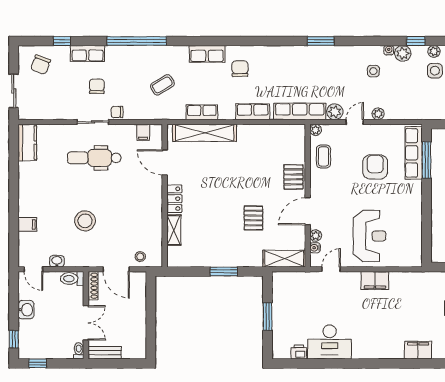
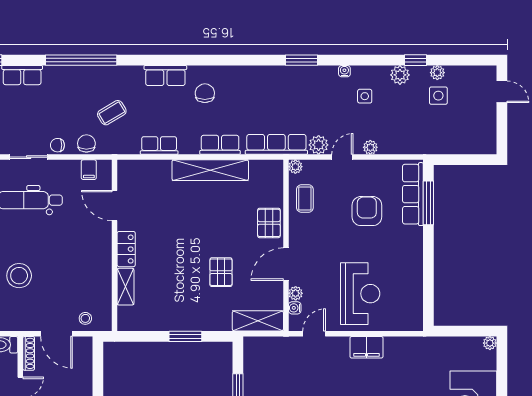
water cooler: (389, 50) -> (344, 71), moved
chair: (97, 86) -> (86, 143), moved
shelving: (205, 133) -> (210, 170), moved

